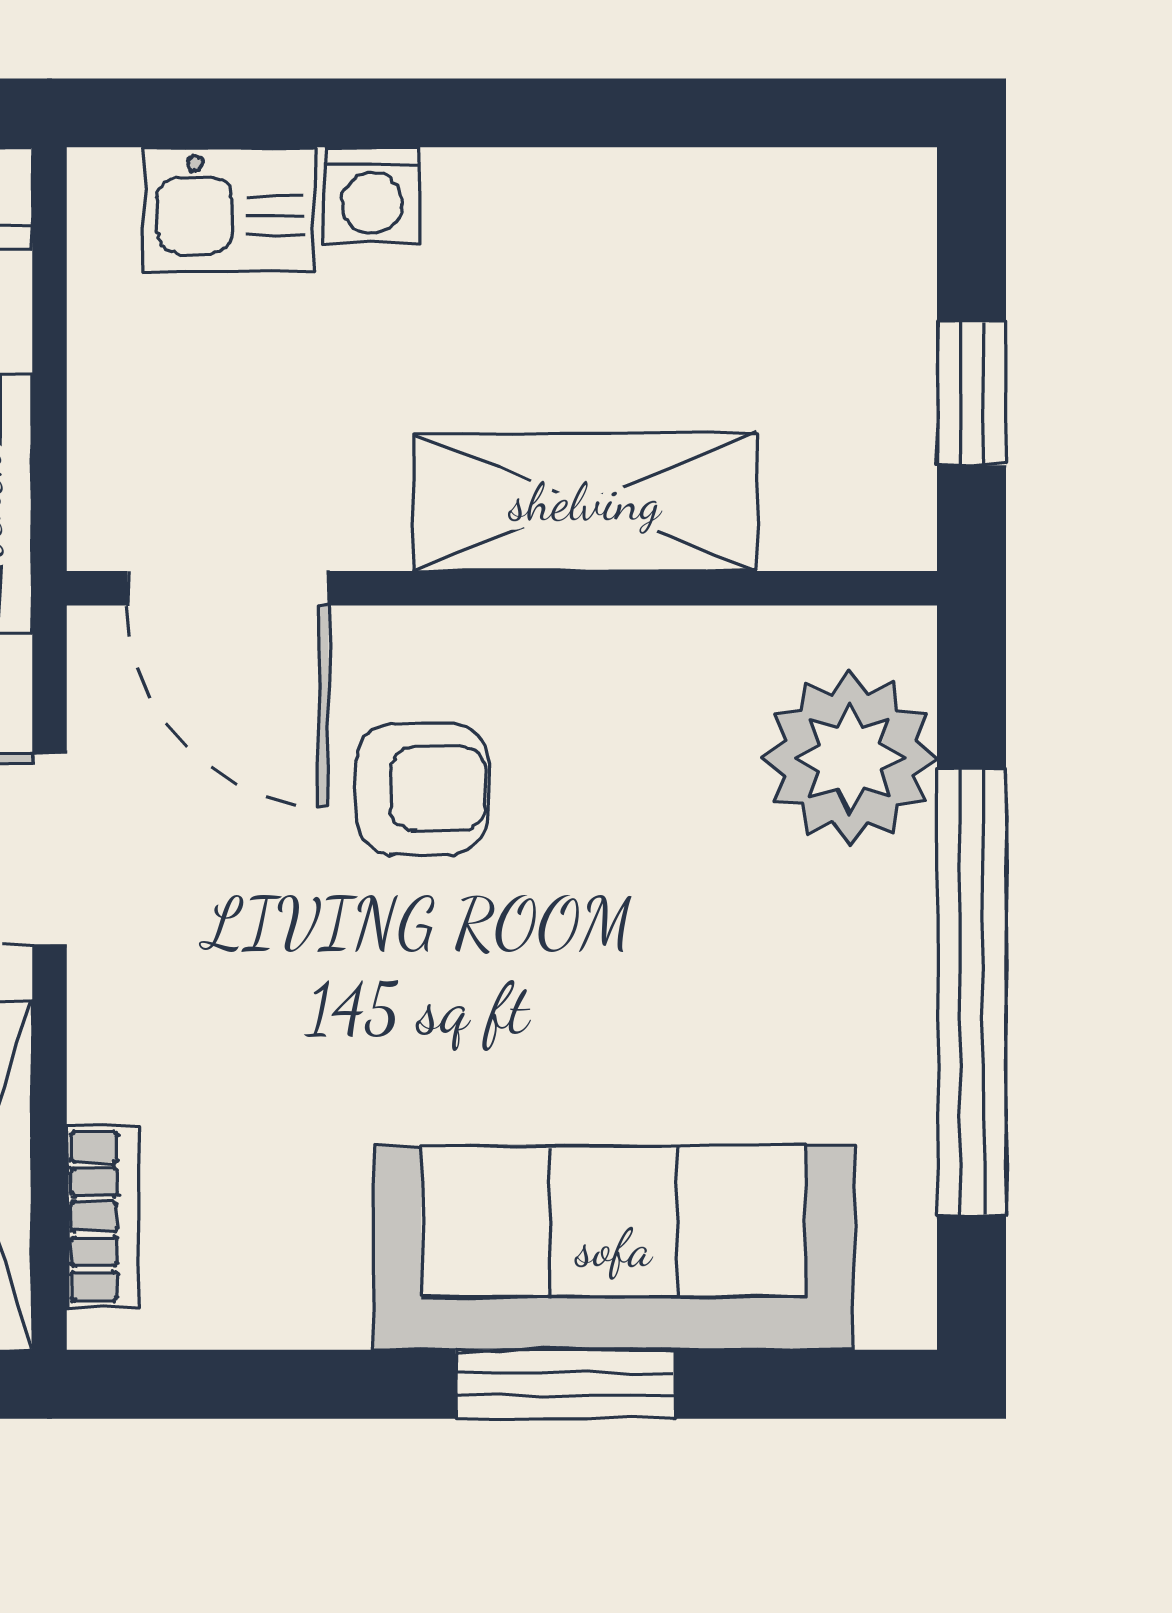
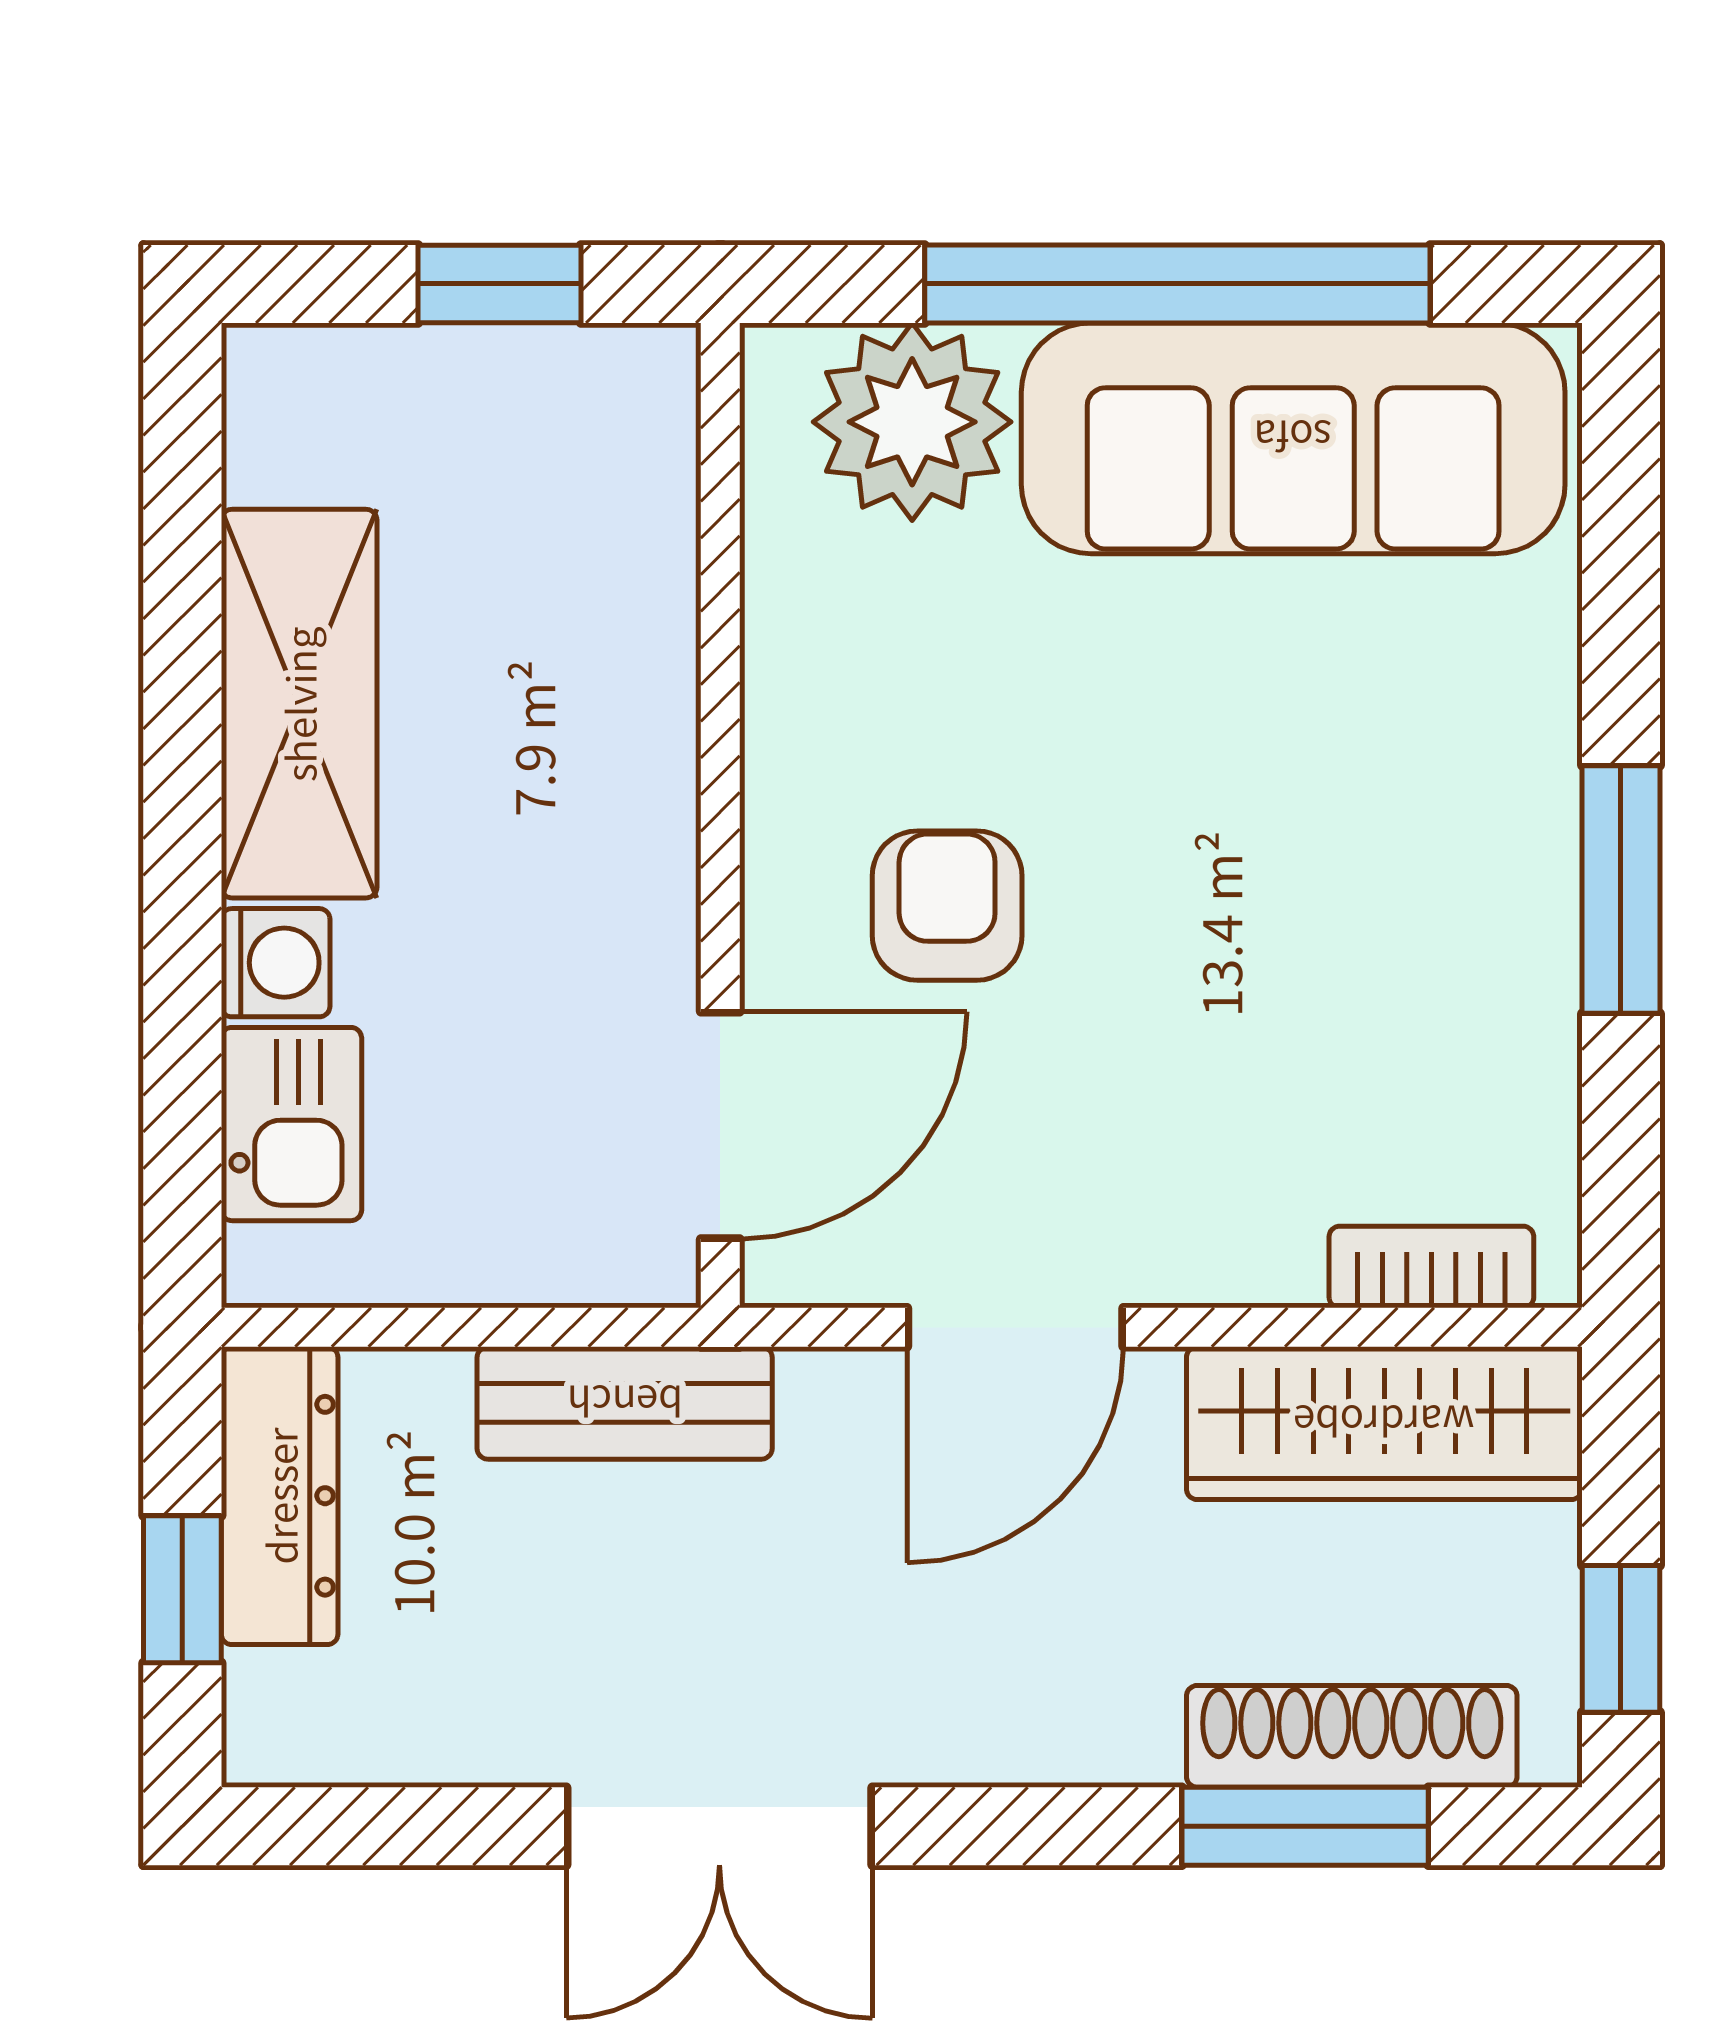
shelving: (585, 502) -> (299, 704), moved
sofa: (614, 1248) -> (1293, 438), moved, turned -90
window: (565, 1384) -> (1621, 889), moved

